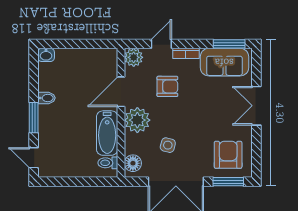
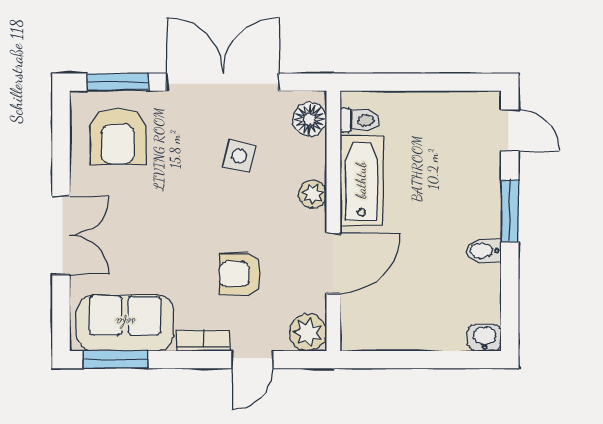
plant: (137, 120) -> (313, 194), width x0.53, depth x0.53

